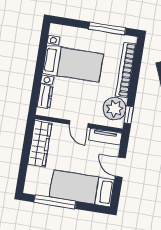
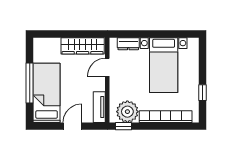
window: (107, 28) -> (202, 93), width x0.46
door: (79, 124) -> (107, 67), moved
window: (55, 202) -> (30, 83), moved

